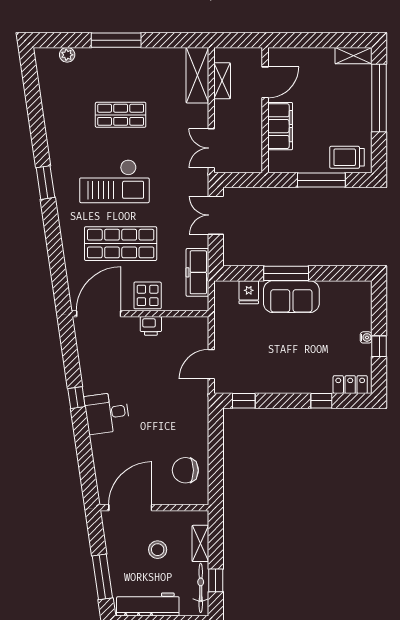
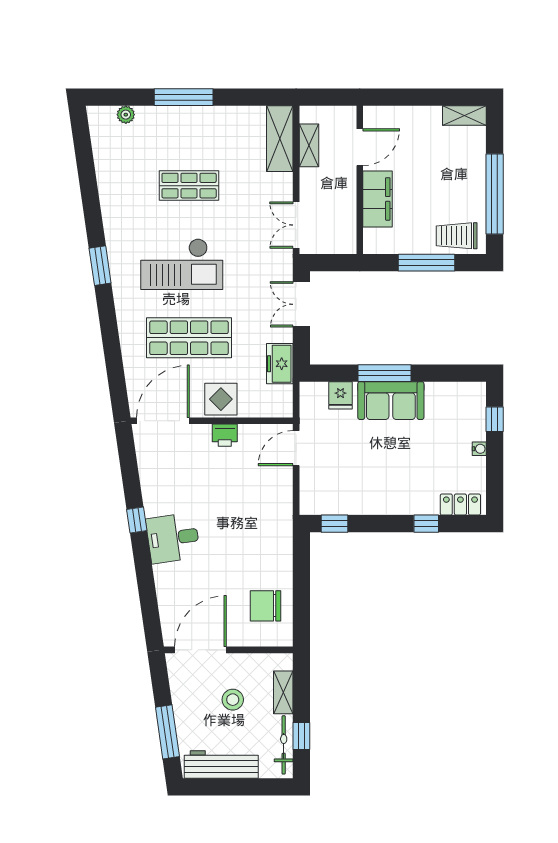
window: (379, 98) -> (495, 194), moved
freezer: (197, 272) -> (280, 364), width x0.71
window: (379, 346) -> (495, 419), moved
door: (211, 364) -> (296, 448), moved

